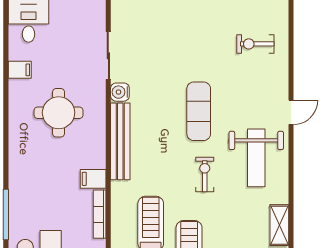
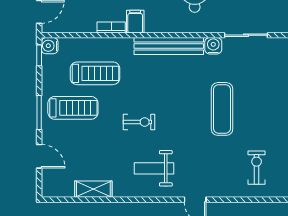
exercise mat: (199, 111) -> (222, 109), moved, turned 90
weight bench: (256, 158) -> (154, 168), width x0.73, depth x0.75
bookcase: (100, 214) -> (111, 27), width x0.64

